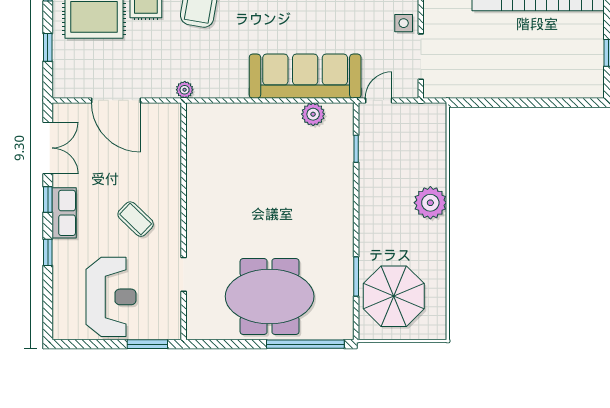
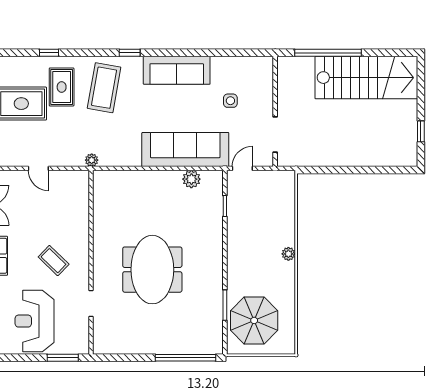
side table: (404, 23) -> (230, 101), moved
door: (116, 100) -> (38, 168), width x0.53
plant: (430, 203) -> (288, 254), width x0.53, depth x0.53
meeting table: (270, 296) -> (152, 270), moved, turned 90
reception desk: (111, 297) -> (35, 321), turned 180

